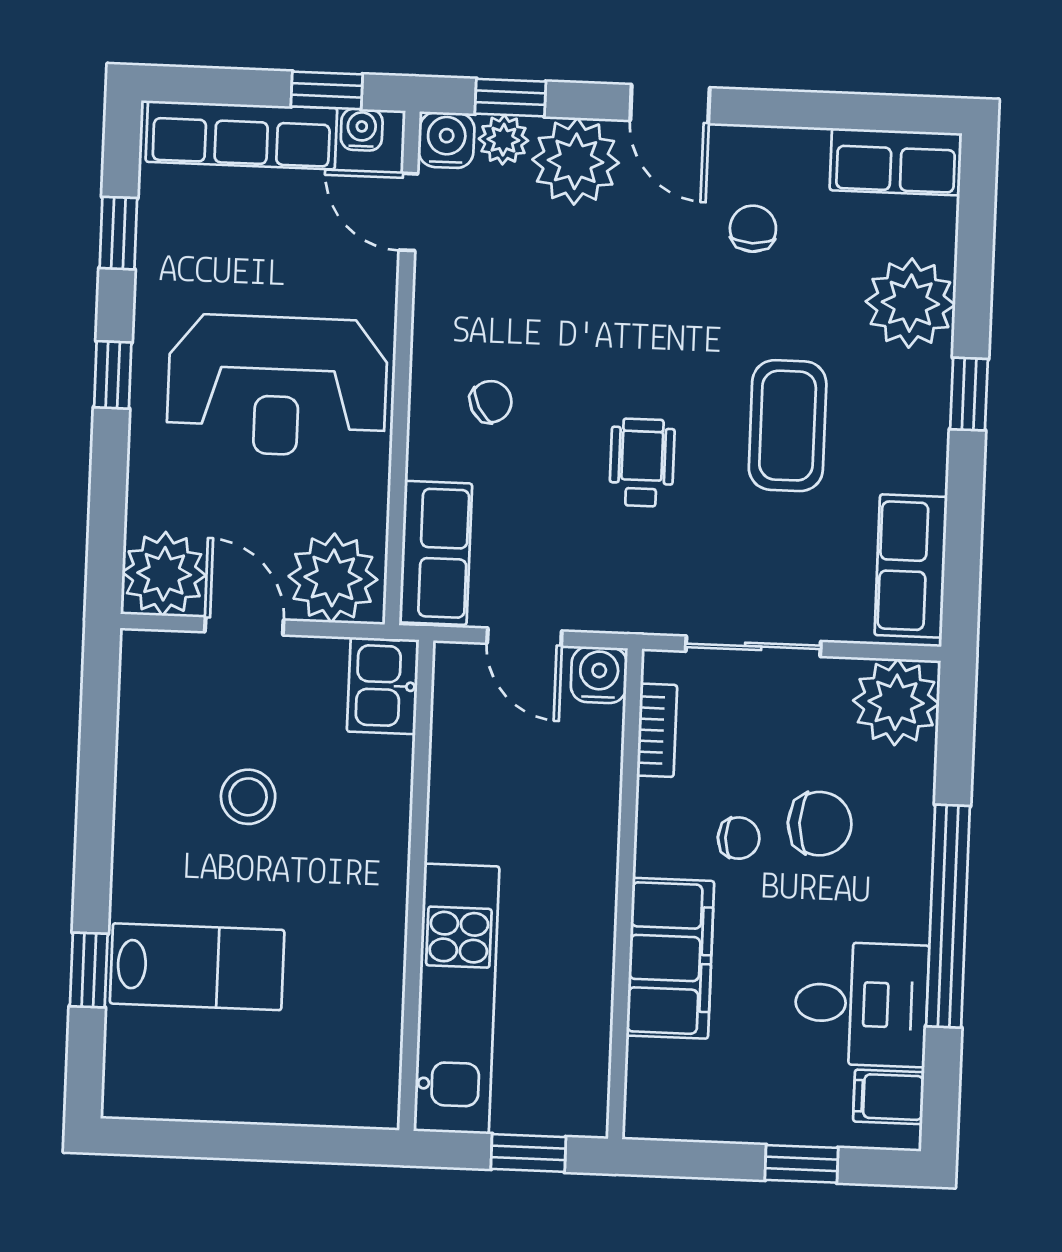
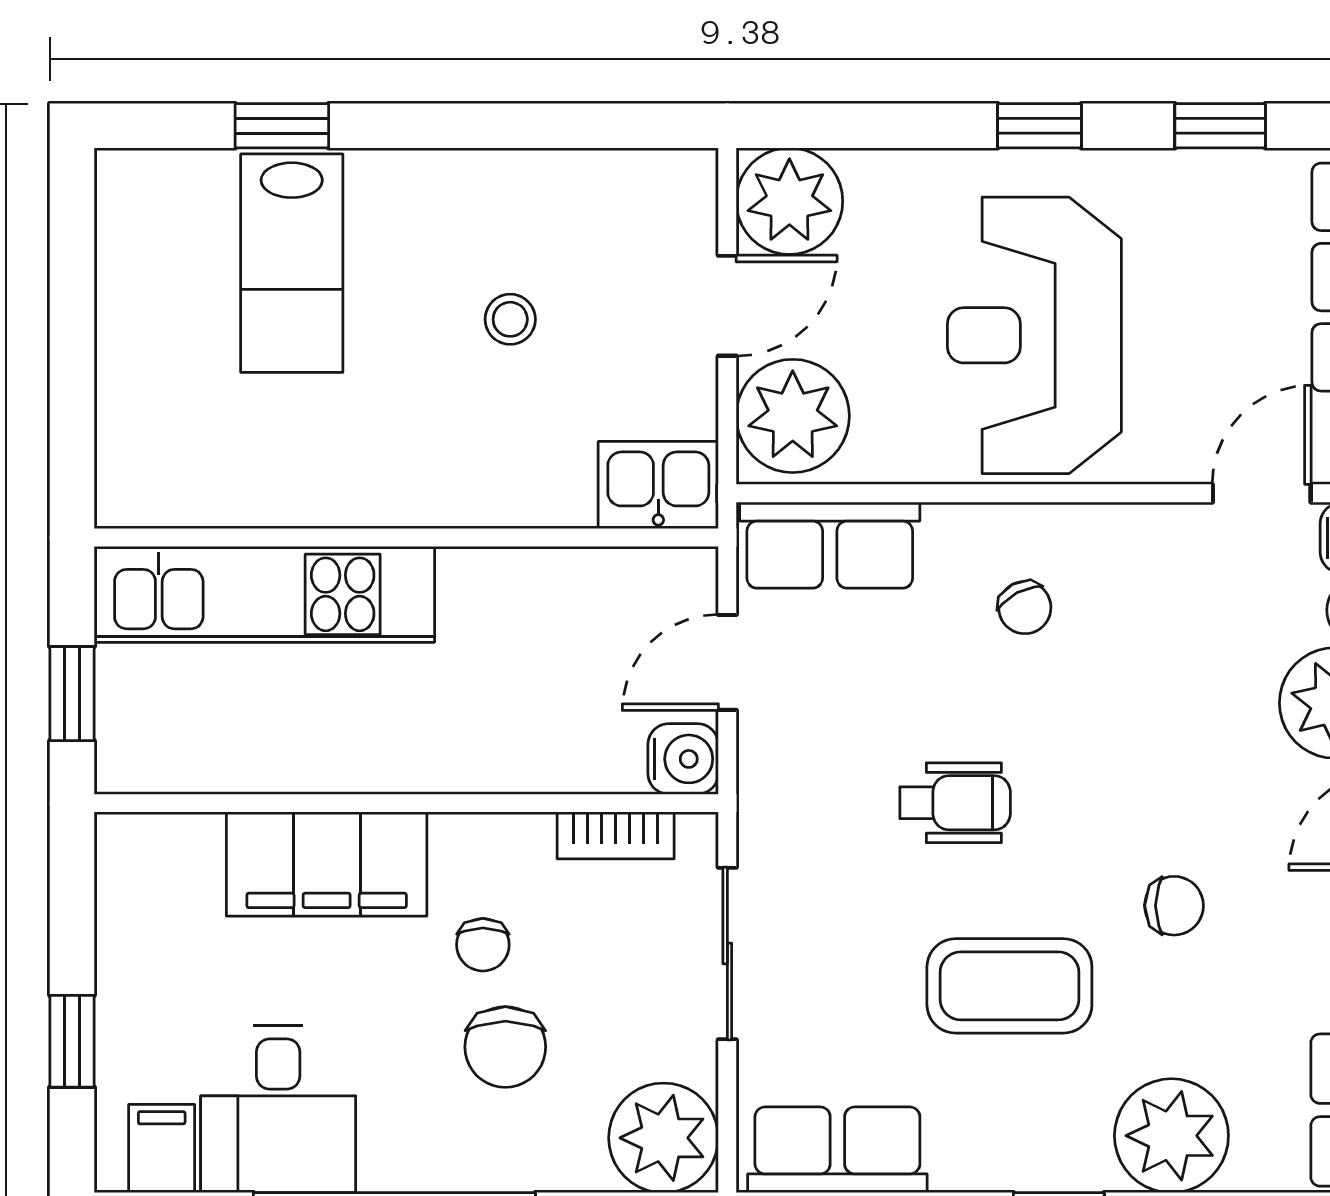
chair: (753, 229) -> (1174, 906), moved
stool: (248, 797) -> (510, 319), width x0.73, depth x0.73

